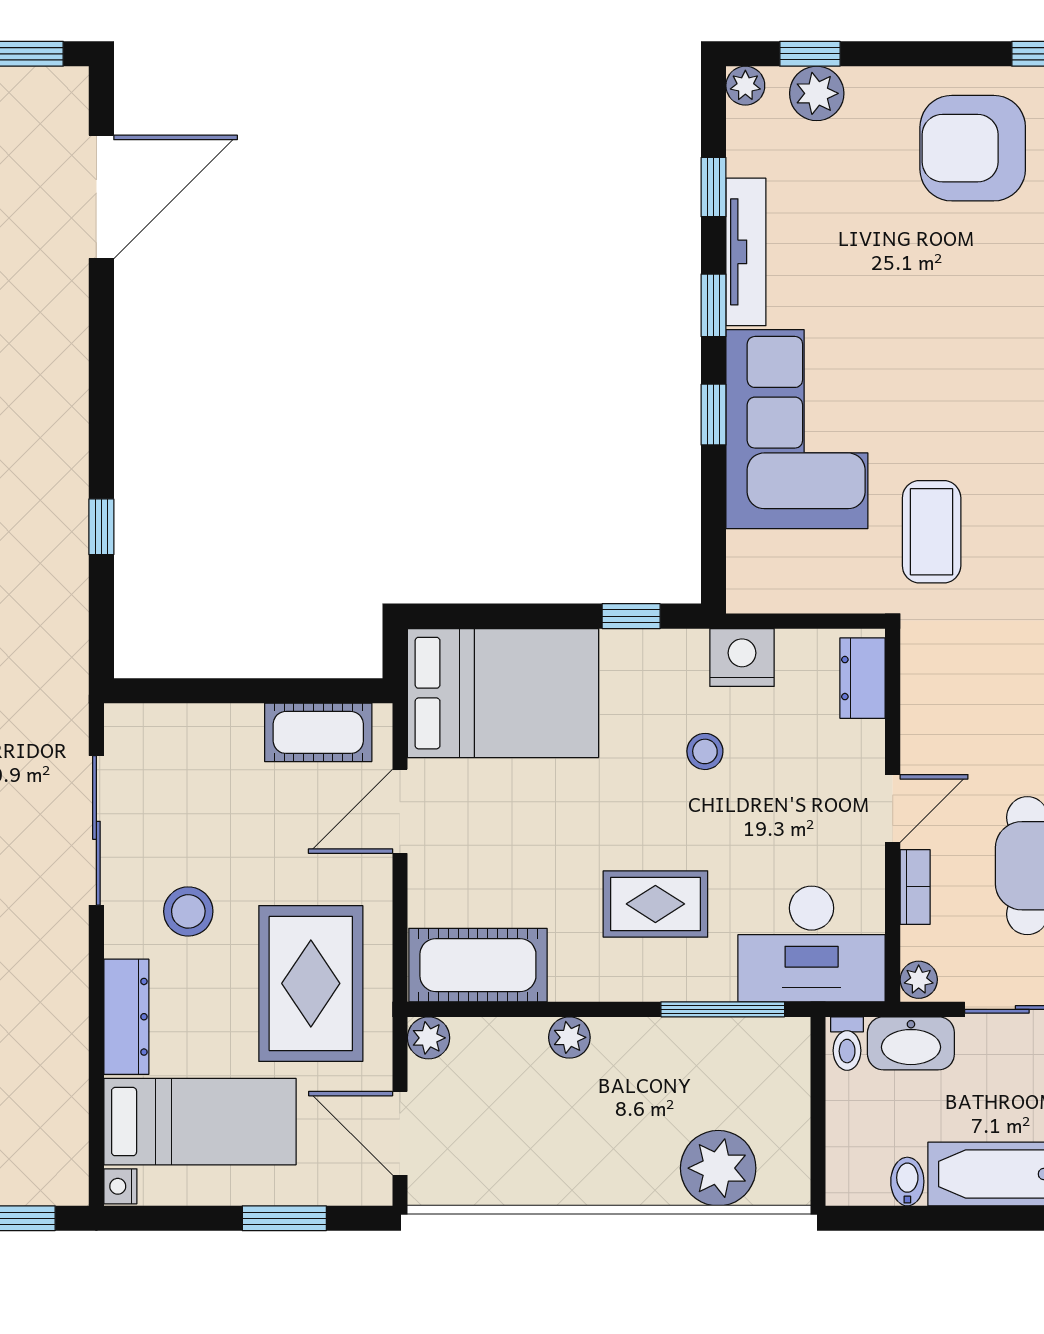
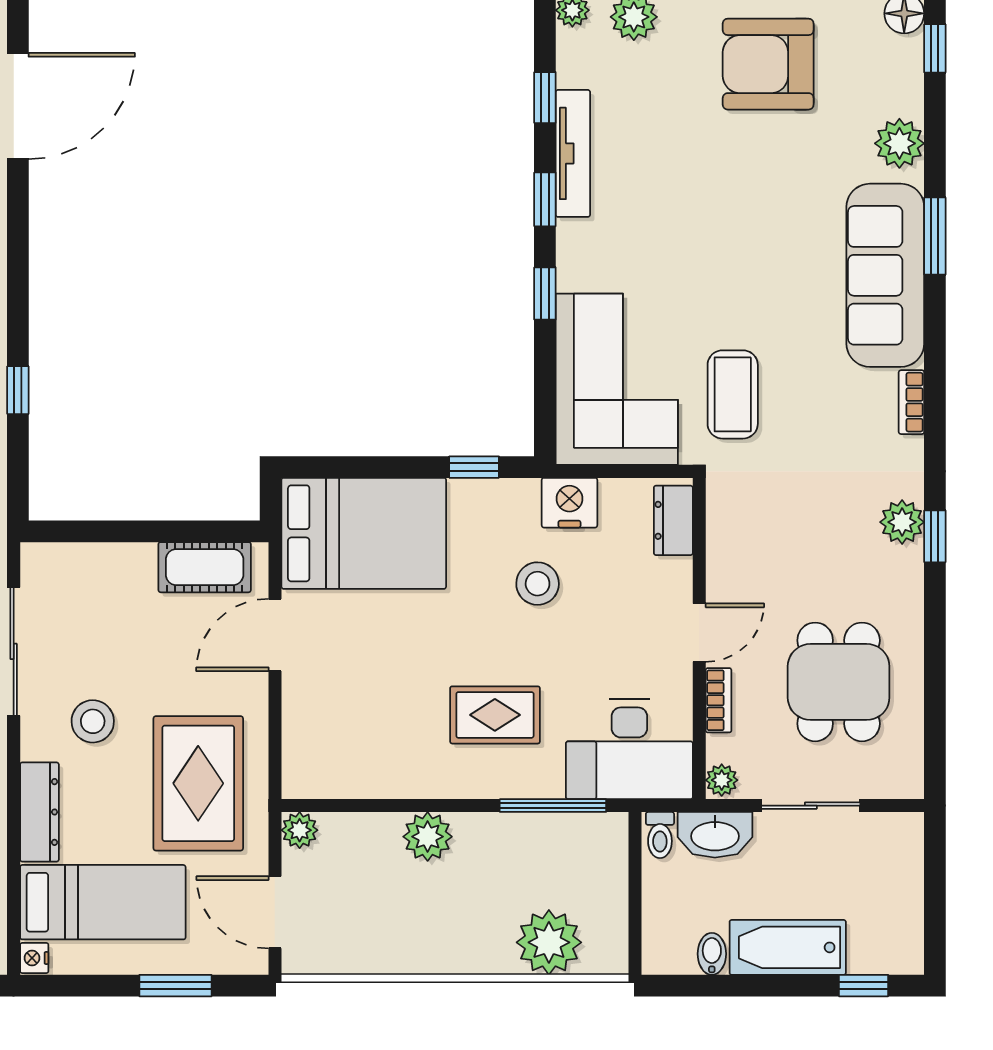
corner sofa: (797, 429) -> (617, 379), moved
stool: (705, 751) -> (538, 584), width x1.37, depth x1.37
cot: (478, 965) -> (342, 767), removed
plant: (569, 1037) -> (428, 837), width x1.38, depth x1.38

